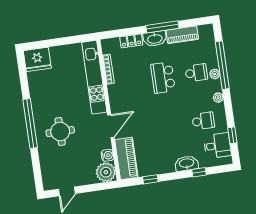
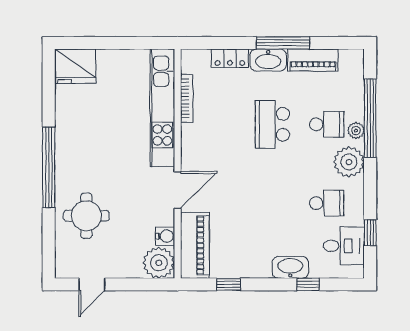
plant: (218, 98) -> (349, 162), width x1.88, depth x1.88
round table: (60, 131) -> (86, 216), moved

